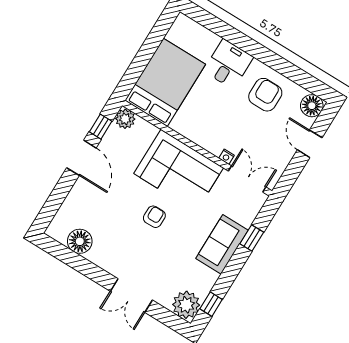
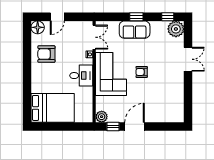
desk: (228, 64) -> (81, 76), moved, turned 180
bed: (165, 82) -> (53, 108), moved, turned 180
double door: (247, 179) -> (94, 37), swing flipped
window: (252, 238) -> (136, 17), moved
floor lamp: (80, 241) -> (177, 102), removed

